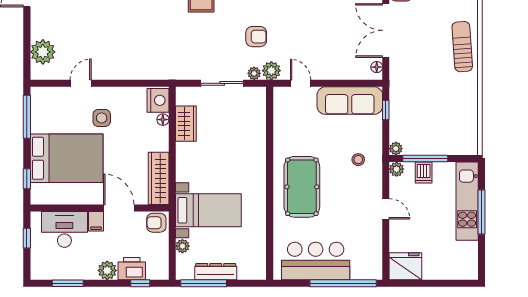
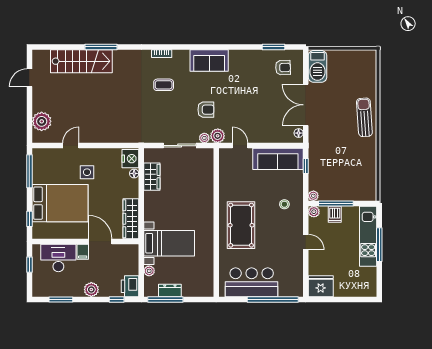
armchair: (156, 223) -> (129, 253), removed
printer: (132, 269) -> (130, 286), moved, turned -90
dresser: (216, 272) -> (170, 290), width x0.70

